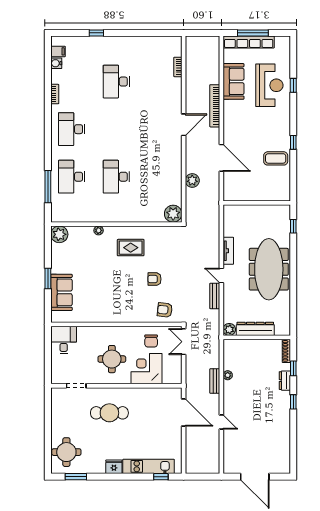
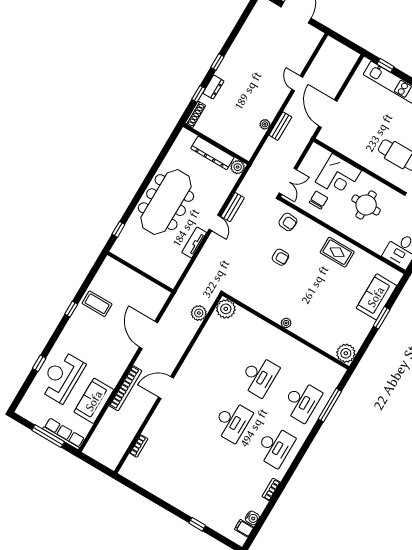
row of seats: (249, 42) -> (64, 434), width x0.73
desk: (116, 82) -> (232, 421), moved
plant: (192, 180) -> (199, 313), moved
plant: (99, 230) -> (286, 323), moved
rug: (131, 248) -> (337, 252), moved

